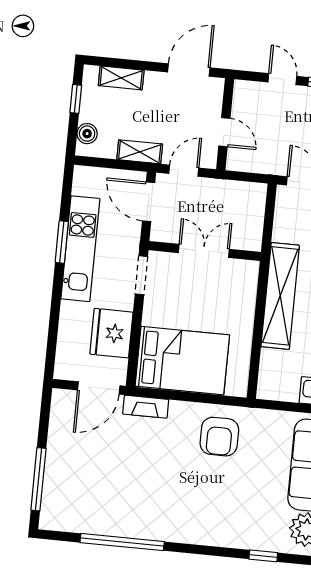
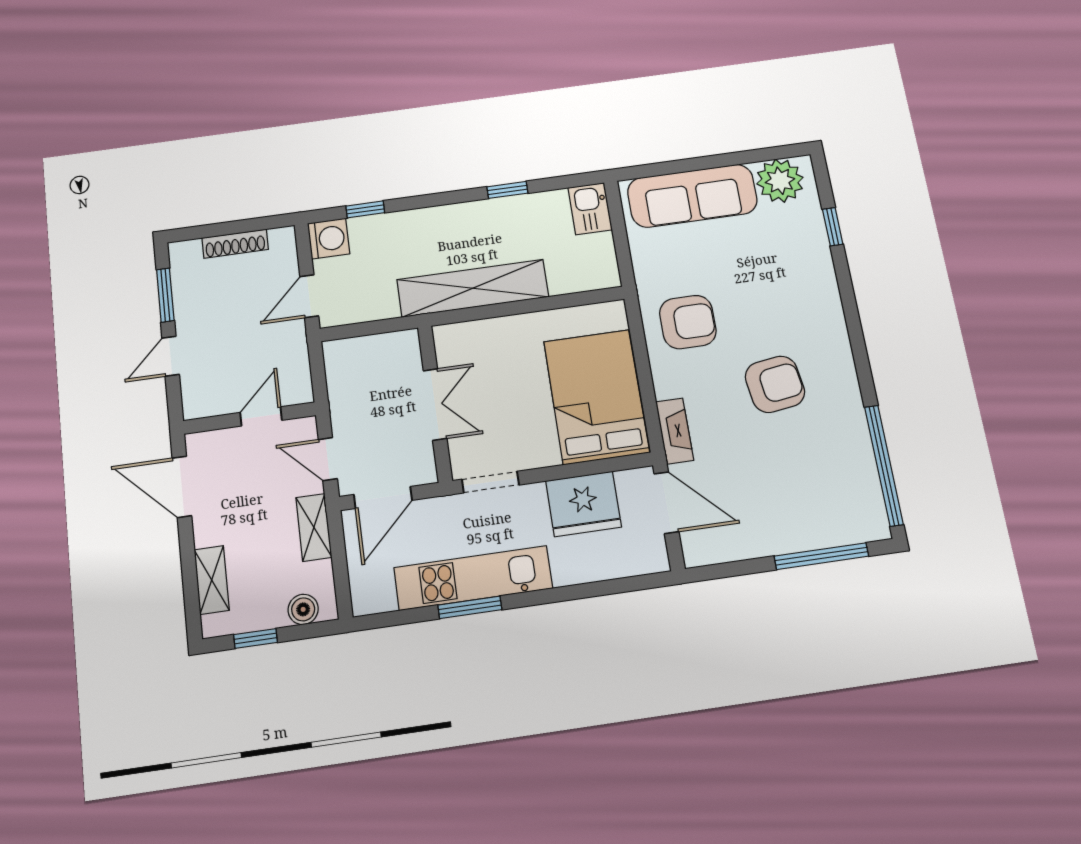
double door: (204, 251) -> (435, 404), swing flipped
armchair: (161, 483) -> (775, 384), added
window: (122, 542) -> (884, 465), moved

